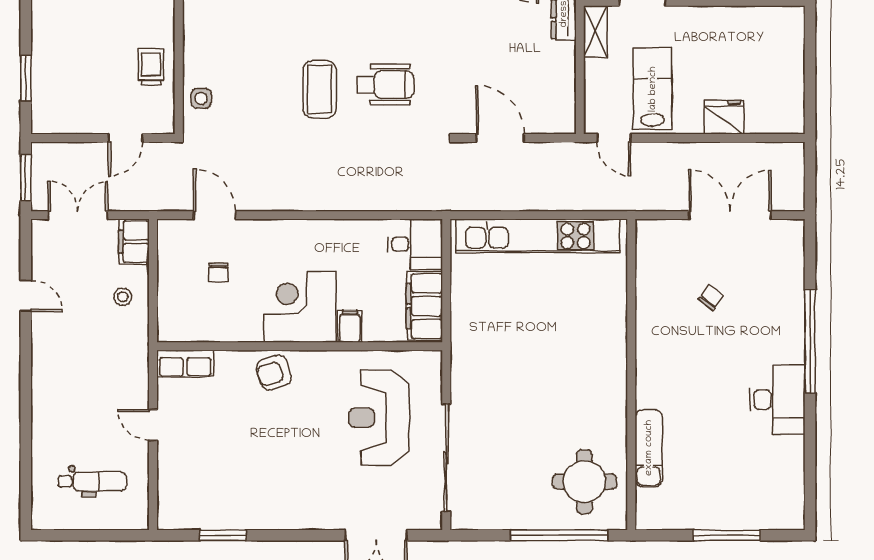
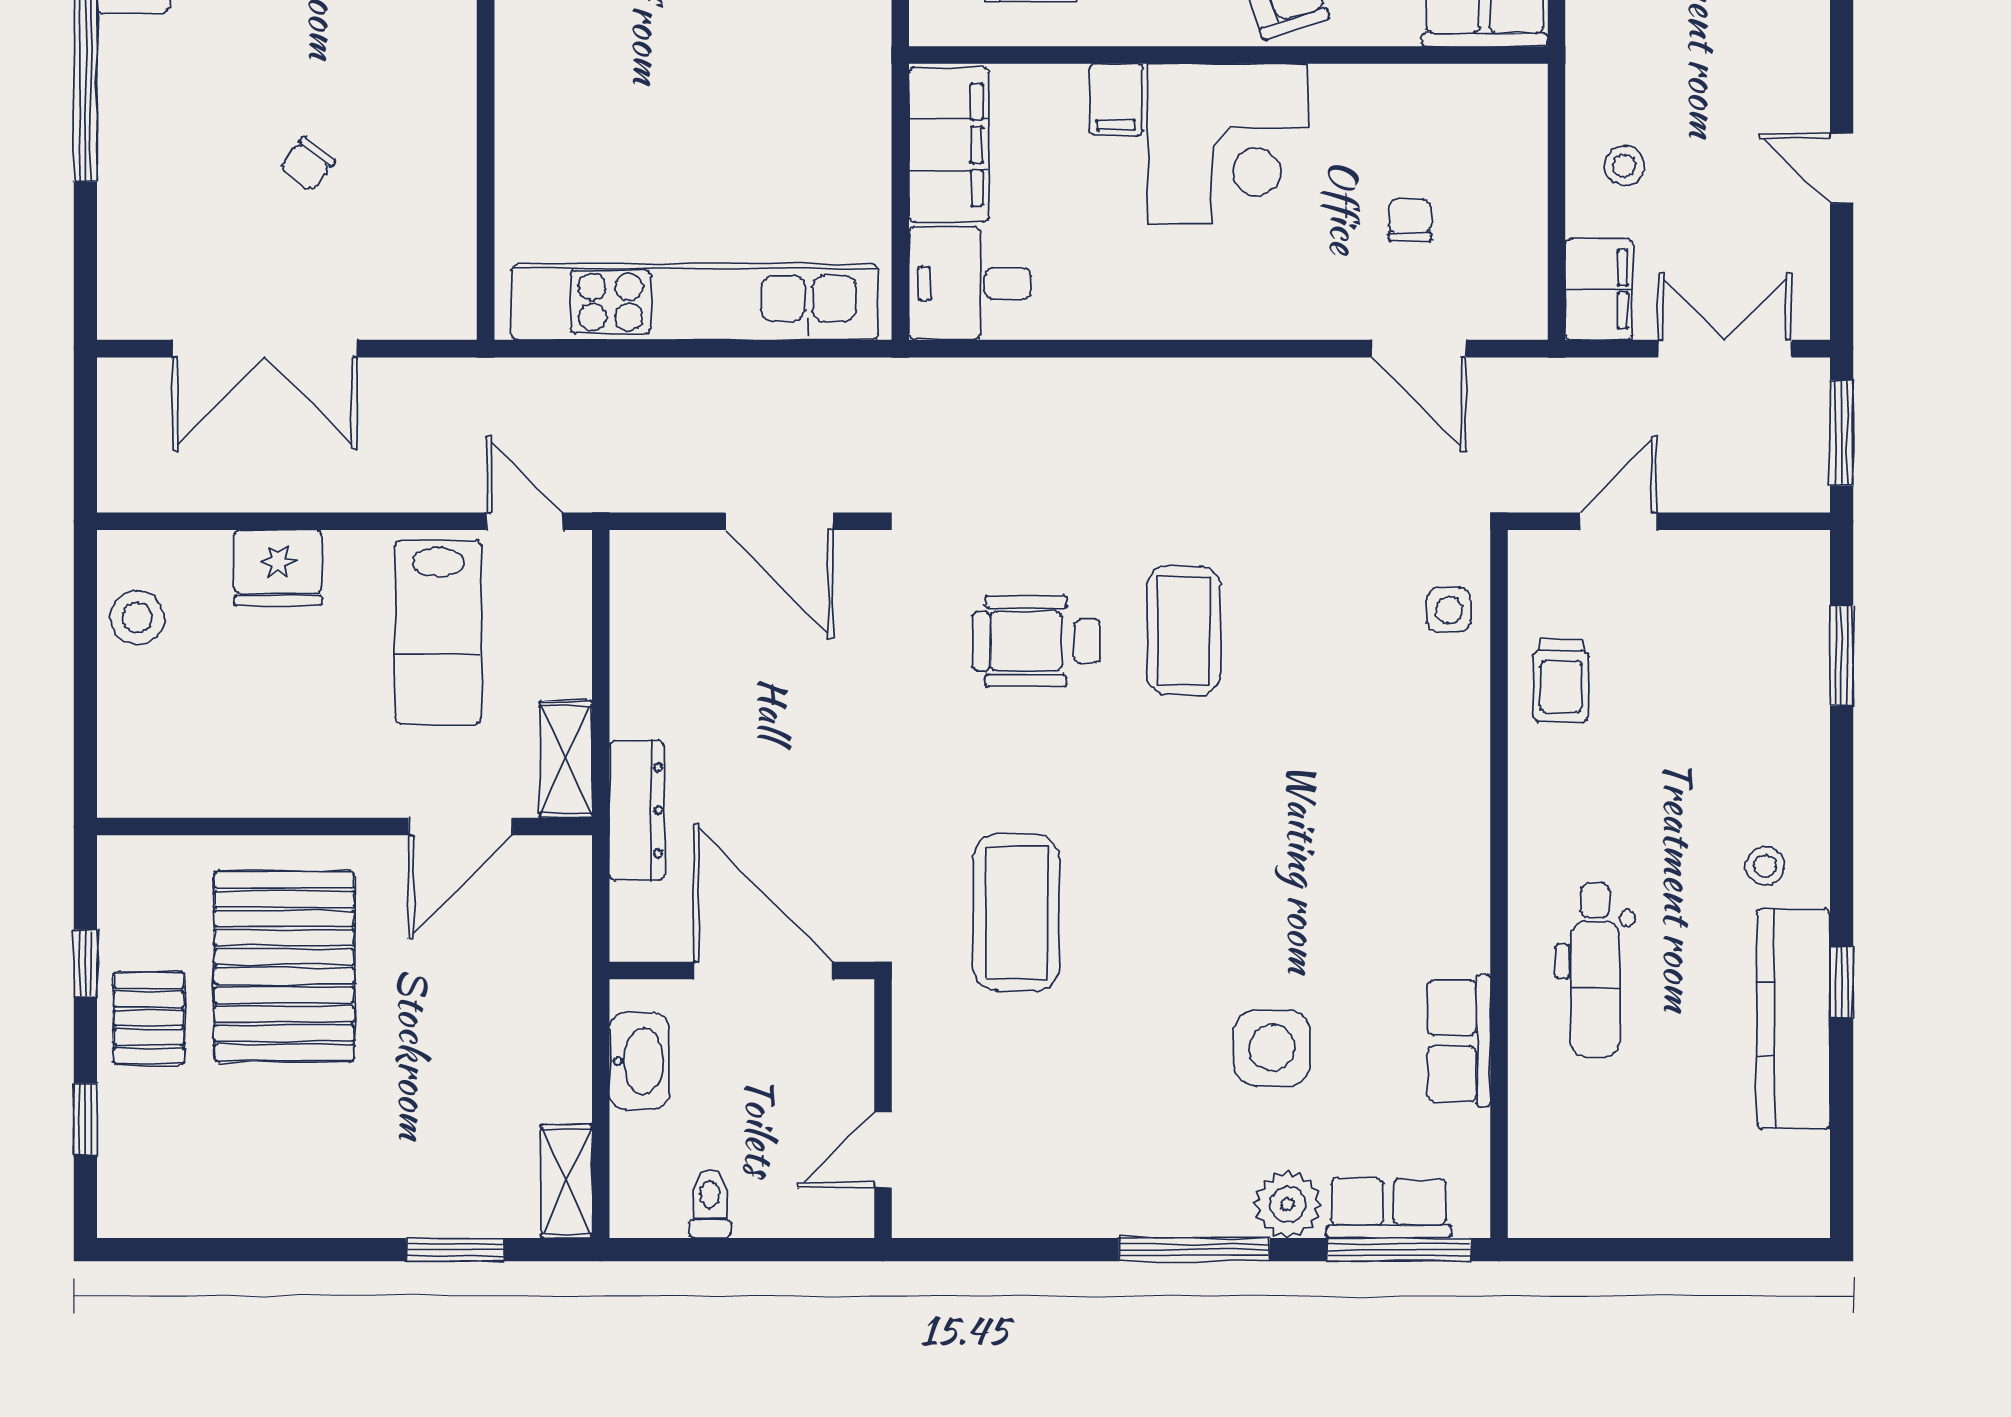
stool: (787, 95) -> (137, 618), added
double door: (78, 215) -> (1725, 349), swing flipped

